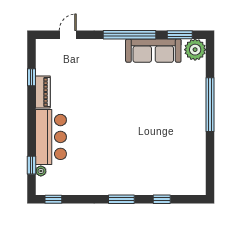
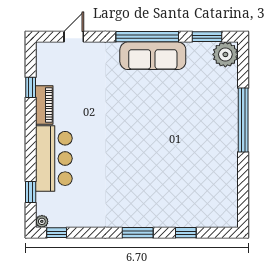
sofa: (153, 51) -> (153, 56), moved
plant: (41, 171) -> (42, 221), moved

